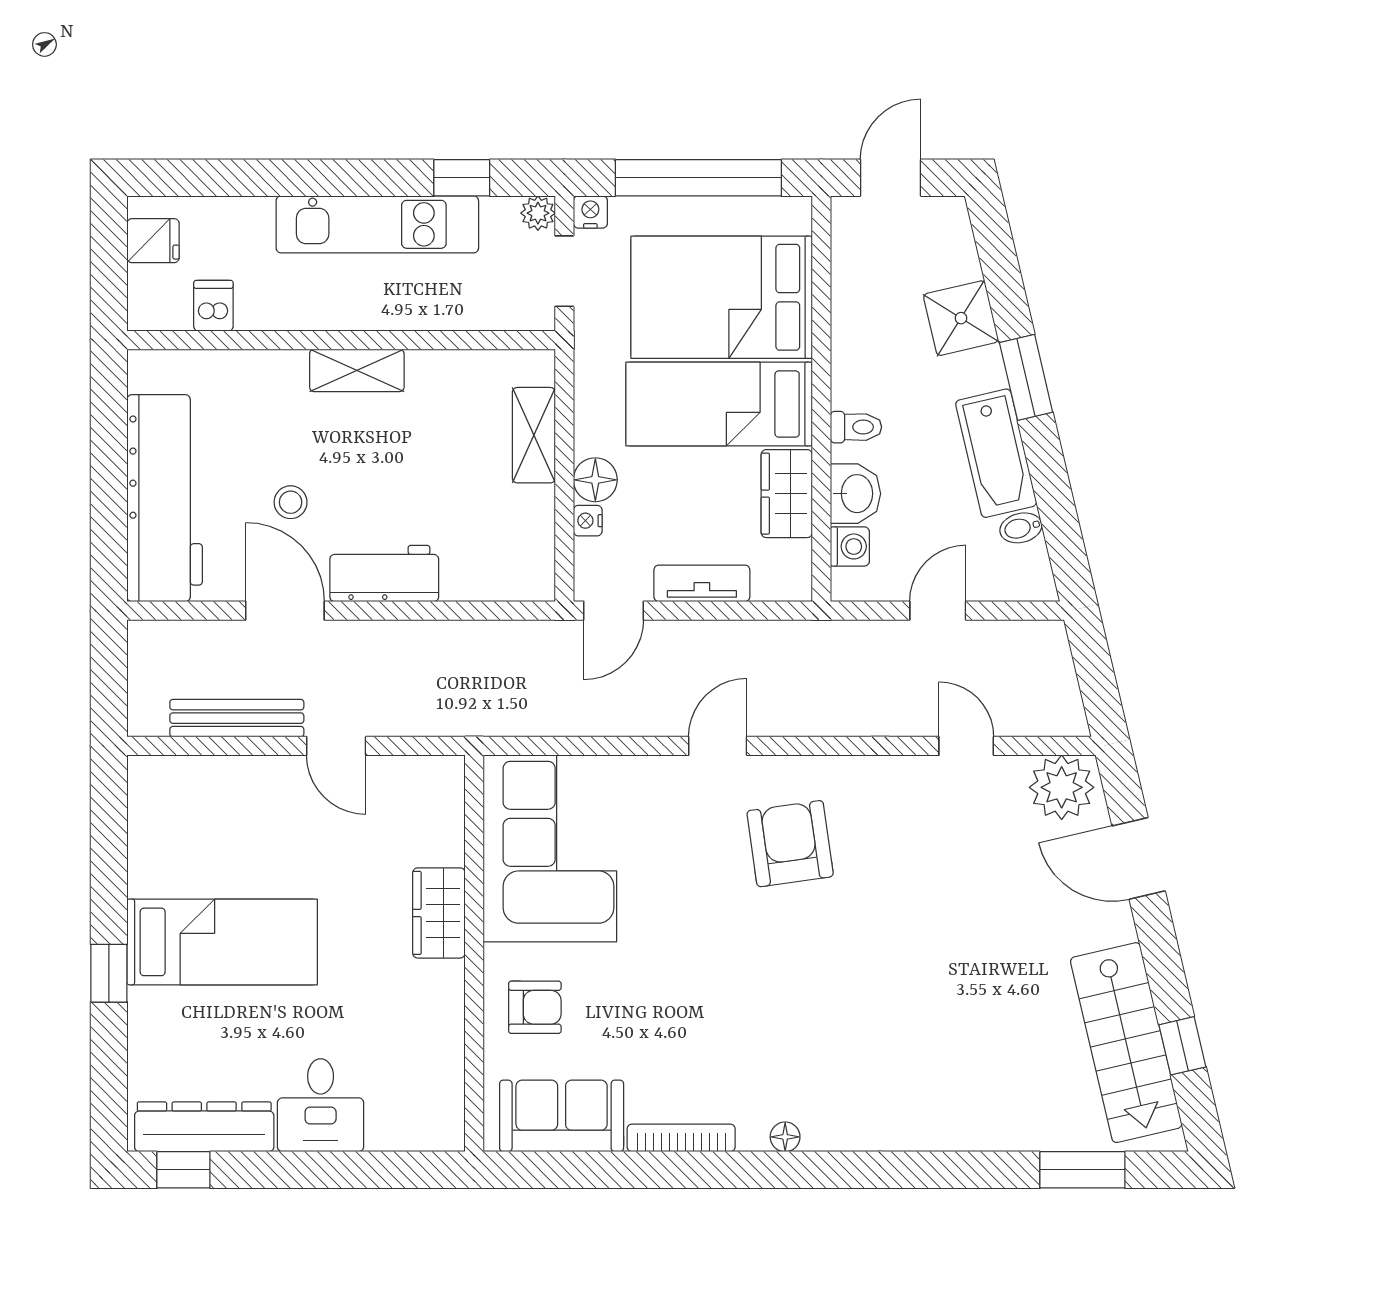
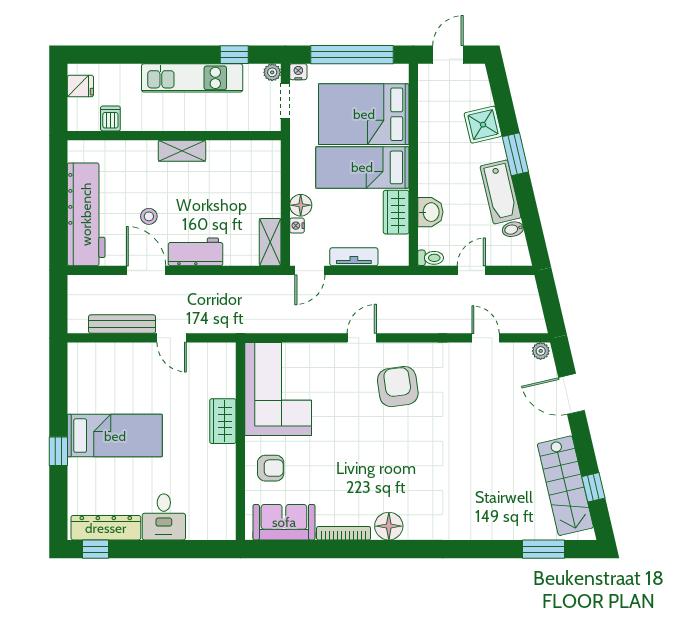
toilet: (856, 427) -> (431, 258), moved
shelving: (534, 435) -> (270, 242), moved
washing machine: (850, 546) -> (428, 238), removed
plant: (1062, 787) -> (541, 351), width x0.53, depth x0.53
floor lamp: (785, 1137) -> (389, 526), width x1.89, depth x1.89

